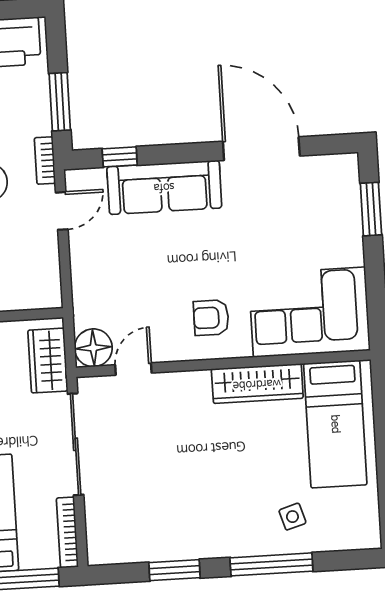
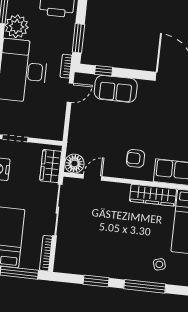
sofa: (164, 187) -> (116, 89), width x0.73

